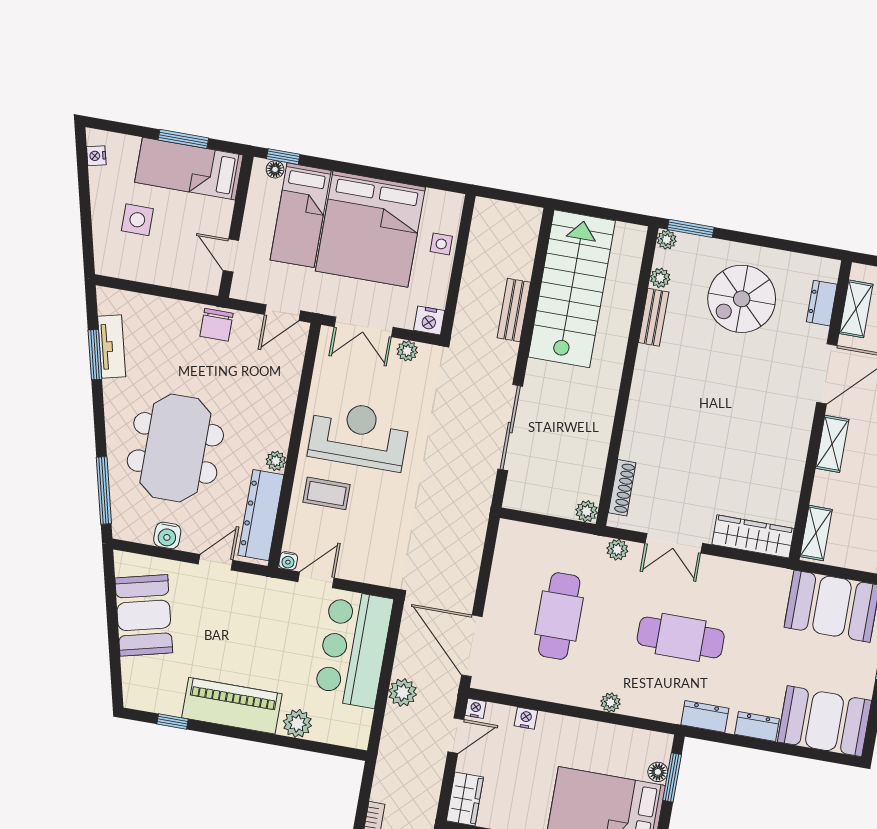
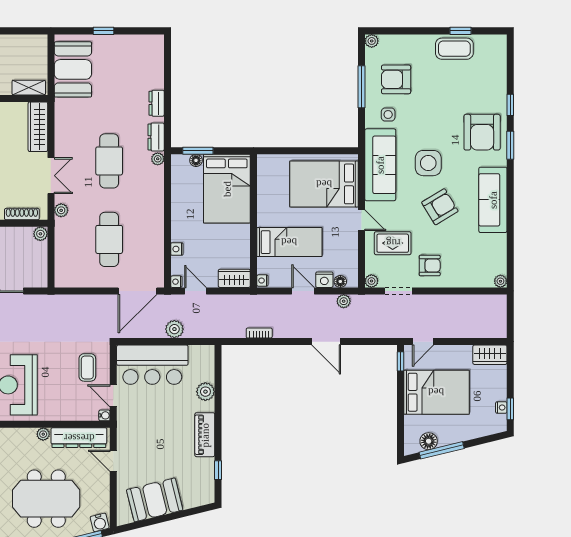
coffee table: (327, 493) -> (87, 367), moved
water cooler: (167, 535) -> (100, 522), moved, turned 76
cafe table: (559, 616) -> (109, 239), turned 90
plant: (611, 702) -> (158, 159), moved
piano: (232, 706) -> (205, 435), width x0.73, depth x0.75
booth: (824, 721) -> (146, 61), removed

